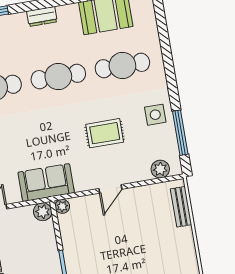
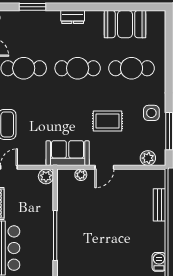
sofa: (46, 183) -> (68, 153), moved
plant: (62, 206) -> (81, 175), moved
bench: (181, 207) -> (160, 205), moved

